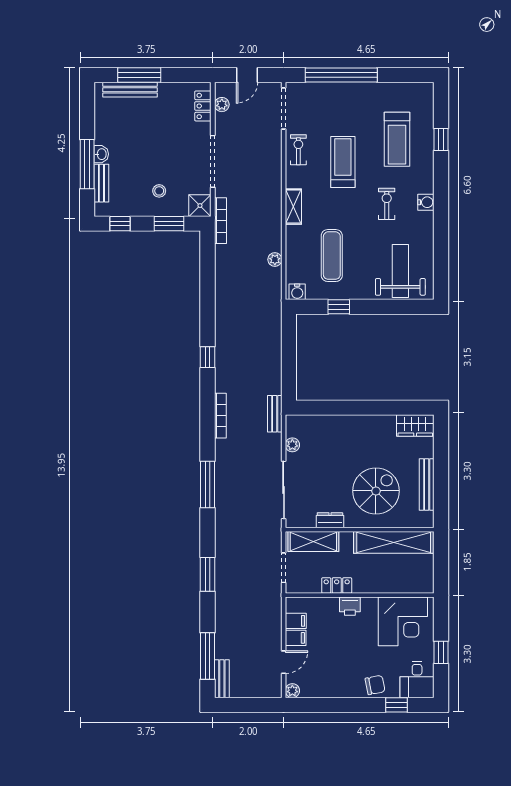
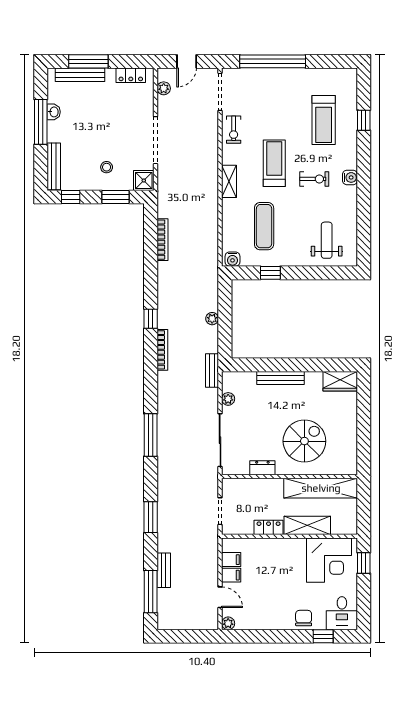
locker: (203, 106) -> (131, 75), moved, turned -90
exercise bike: (298, 150) -> (234, 130), turned 180
washbasin: (101, 154) -> (54, 112), moved
treadmill: (343, 162) -> (274, 163), moved
window: (87, 164) -> (41, 122), moved
bench: (101, 183) -> (54, 166), width x1.36
exercise bike: (387, 204) -> (314, 179), turned 90
bookcase: (220, 221) -> (162, 240), moved
plant: (275, 260) -> (212, 319), moved
weight bench: (400, 271) -> (327, 240), width x0.73, depth x0.75
bookcase: (220, 416) -> (162, 350), moved
bench: (427, 484) -> (281, 378), moved, turned 90
shelving: (313, 542) -> (307, 525), moved
printer: (350, 606) -> (281, 546), removed
window: (441, 652) -> (364, 563), moved
door: (284, 662) -> (220, 597), hinge flipped
bench: (222, 679) -> (164, 570), moved
chair: (375, 685) -> (304, 618), turned -79

